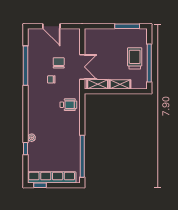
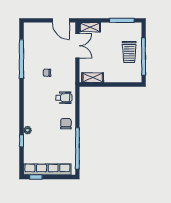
door: (51, 26) -> (61, 20), moved
trolley: (135, 58) -> (129, 52), turned 180
chair: (59, 63) -> (66, 124), moved
double door: (82, 67) -> (77, 46), moved
shelving: (120, 84) -> (90, 27), moved

